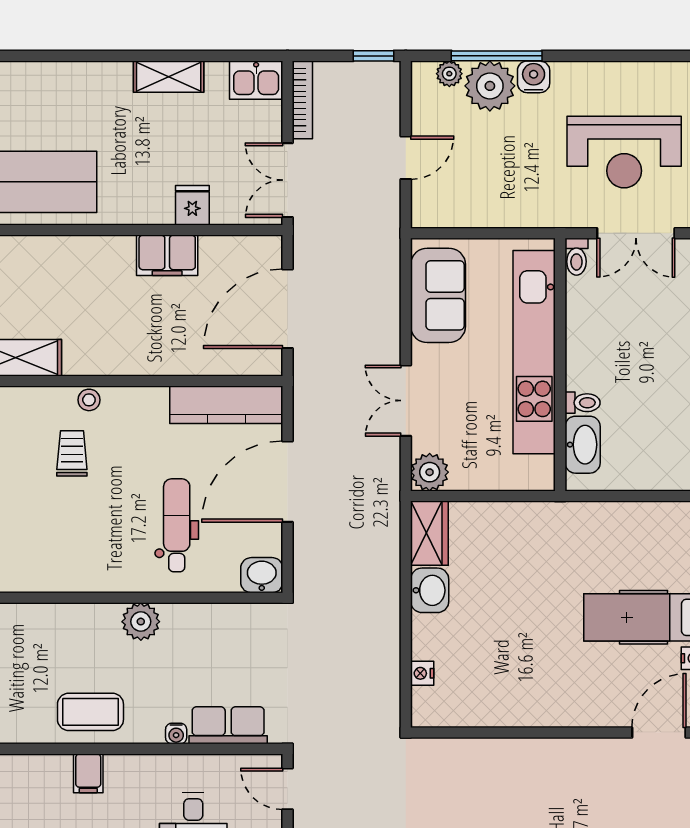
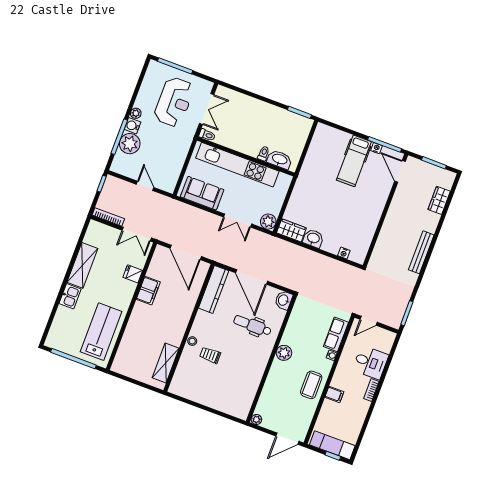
plant: (449, 74) -> (136, 113), moved
shelving: (169, 77) -> (82, 265), width x1.50, depth x1.33
kitchen sink: (256, 80) -> (70, 296), moved

